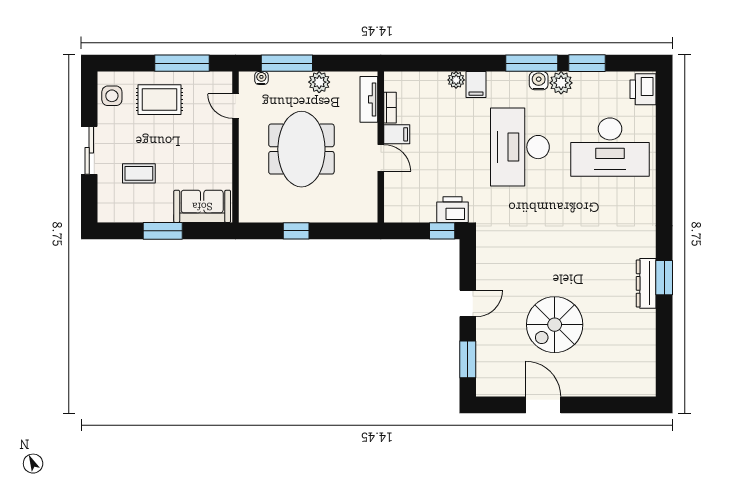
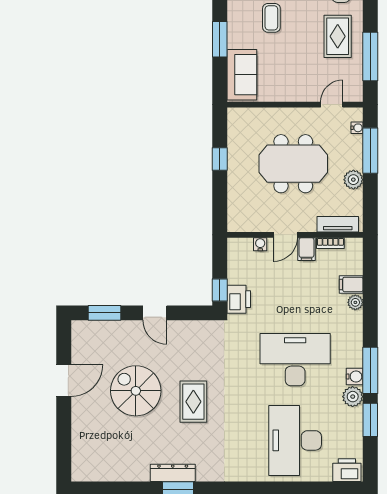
filing cabinet: (476, 84) -> (351, 284), moved
water cooler: (391, 186) -> (260, 244), added
rug: (567, 260) -> (193, 402), added

